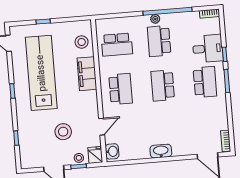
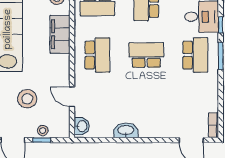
school desk: (163, 85) -> (146, 55), turned 90
door: (102, 127) -> (72, 97), swing flipped
washbasin: (161, 151) -> (126, 130), moved
fridge: (95, 155) -> (62, 129), removed

